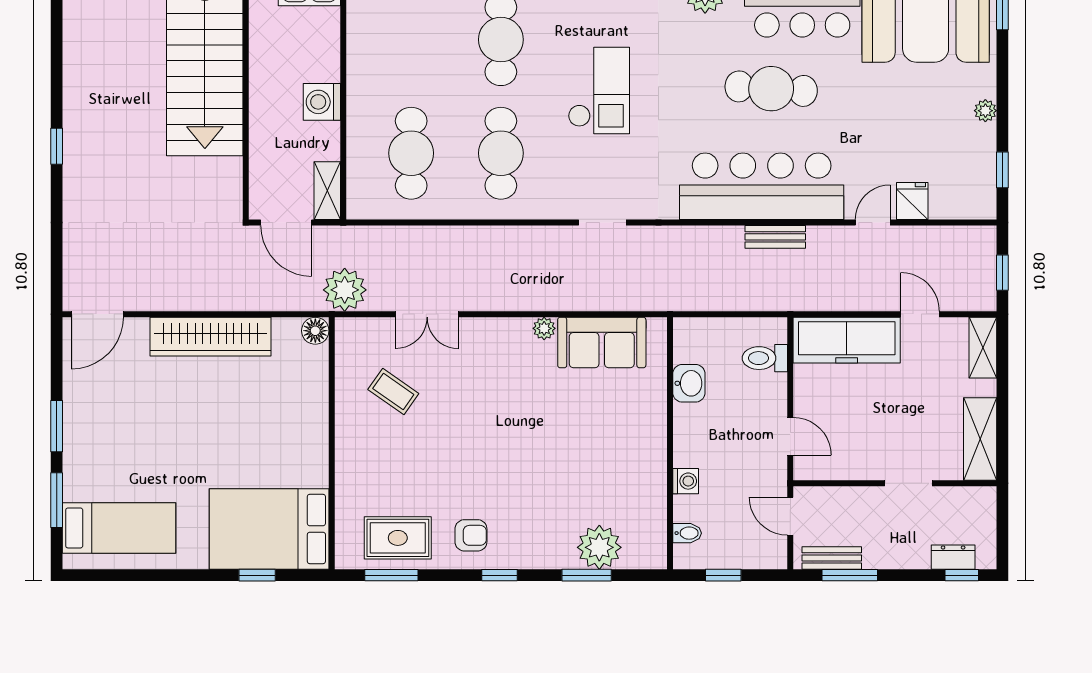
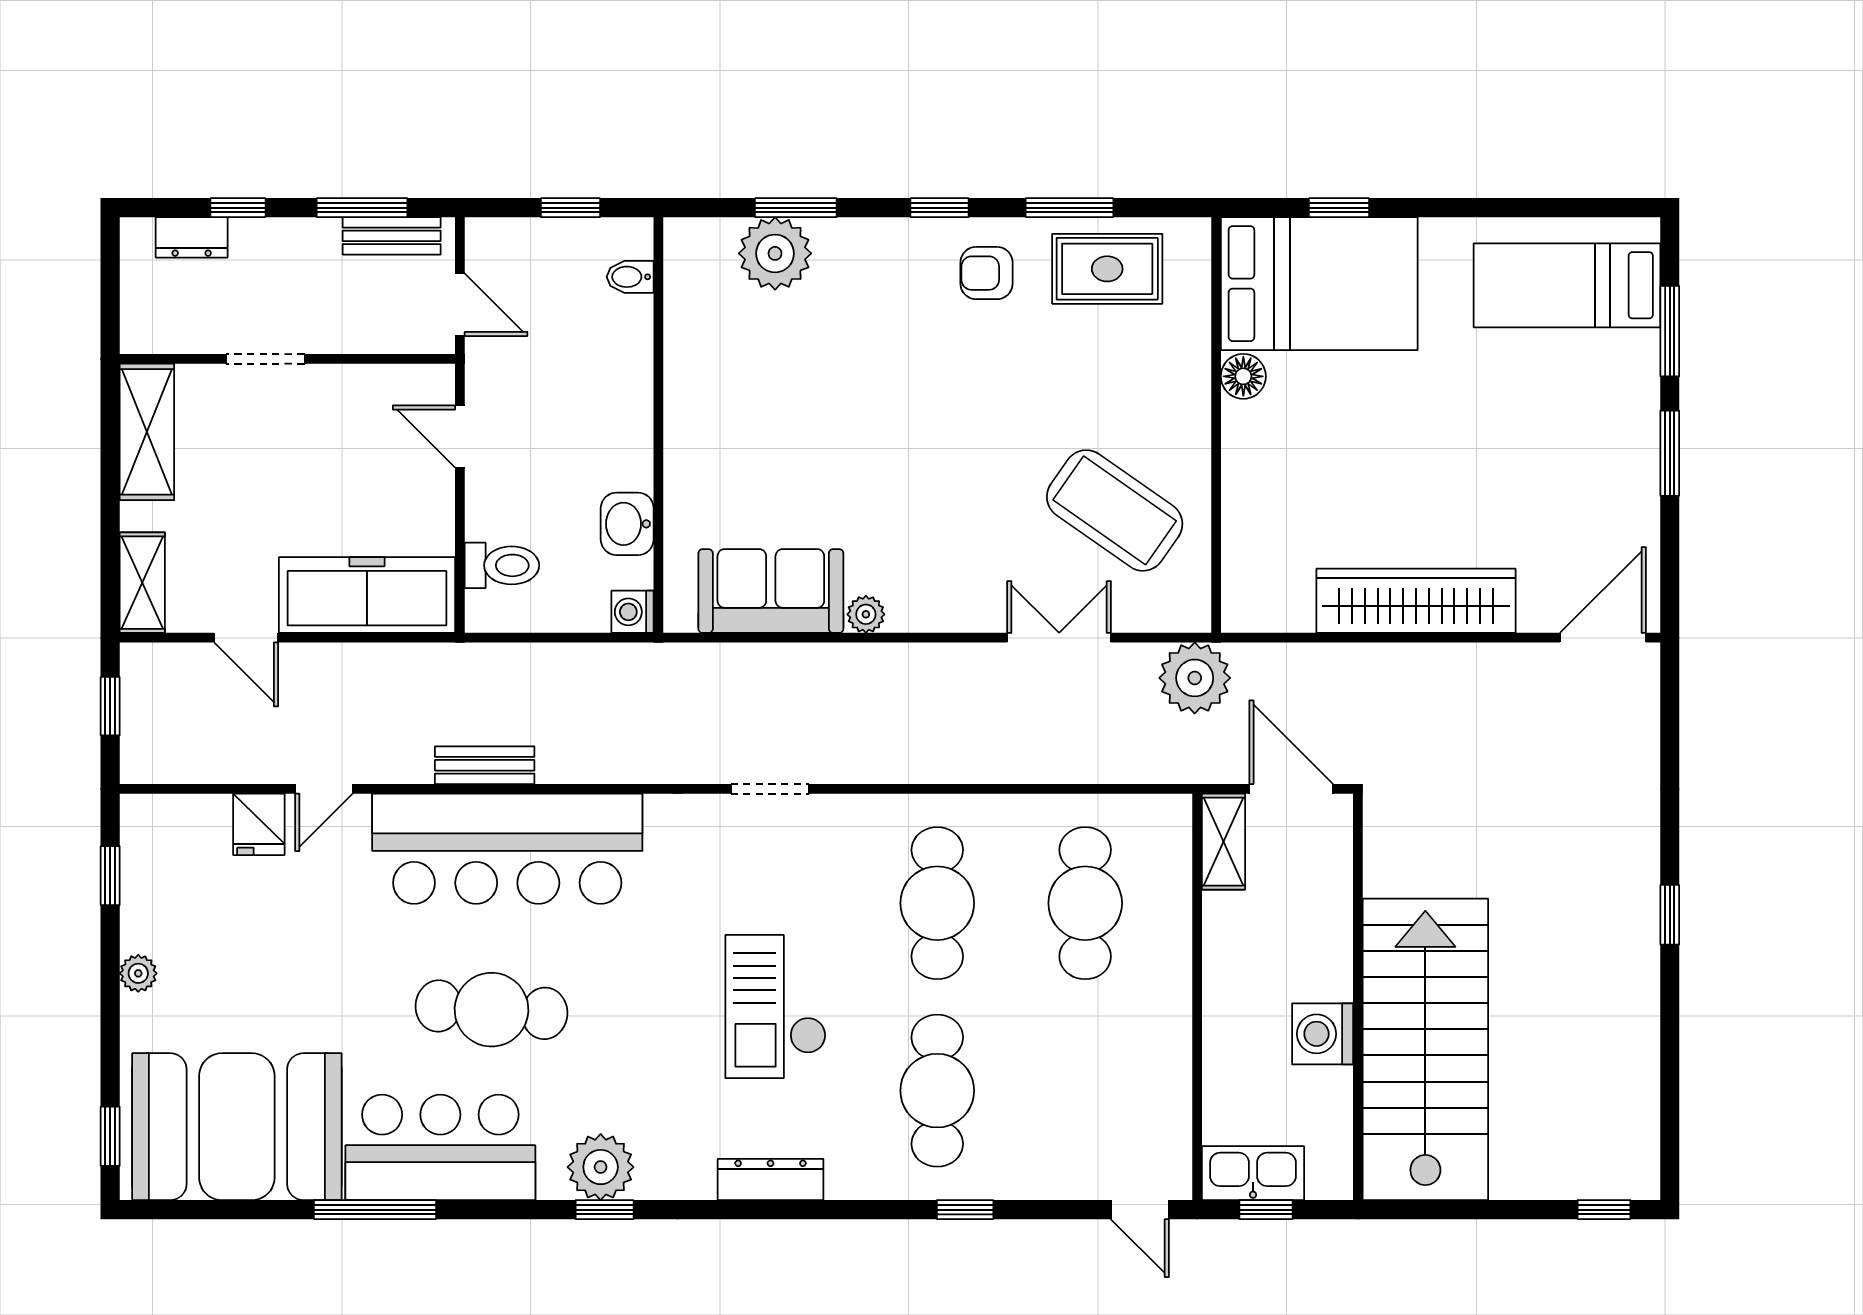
washing machine: (322, 102) -> (1323, 1034), moved, turned 180
floor lamp: (315, 331) -> (1243, 376), moved
coffee table: (393, 391) -> (1115, 510), width x1.86, depth x1.72
washing machine: (686, 481) -> (633, 612), moved
window: (391, 575) -> (1070, 208), moved
window: (962, 575) -> (238, 208), moved

